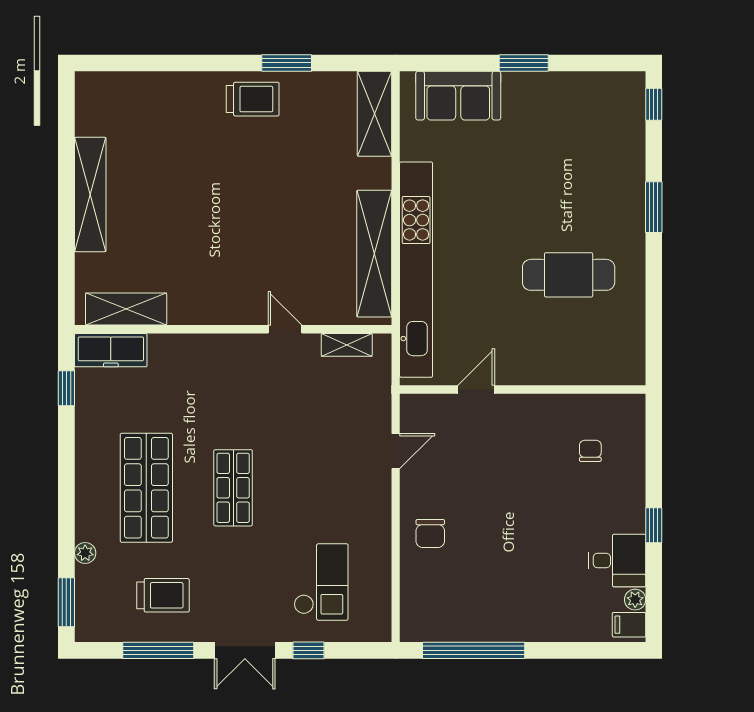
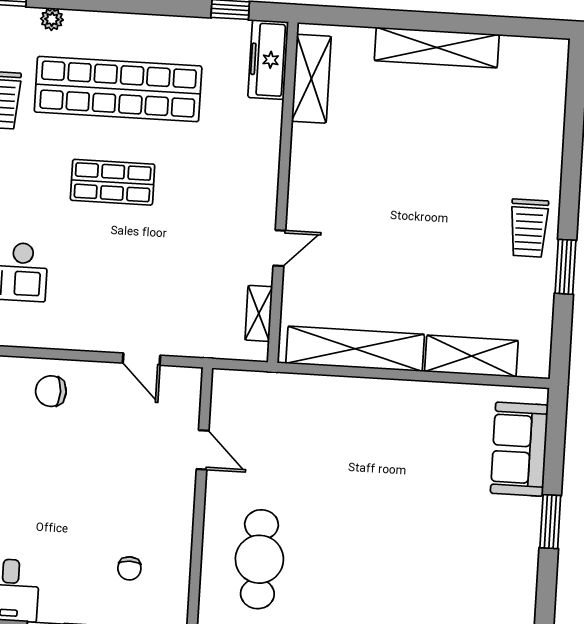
shelving: (374, 114) -> (471, 356), moved
kitchen unit: (416, 270) -> (335, 393), removed
cafe table: (569, 275) -> (259, 559), moved
chair: (590, 451) -> (129, 568), turned 90
shop shelf: (146, 488) -> (118, 89), width x1.40

